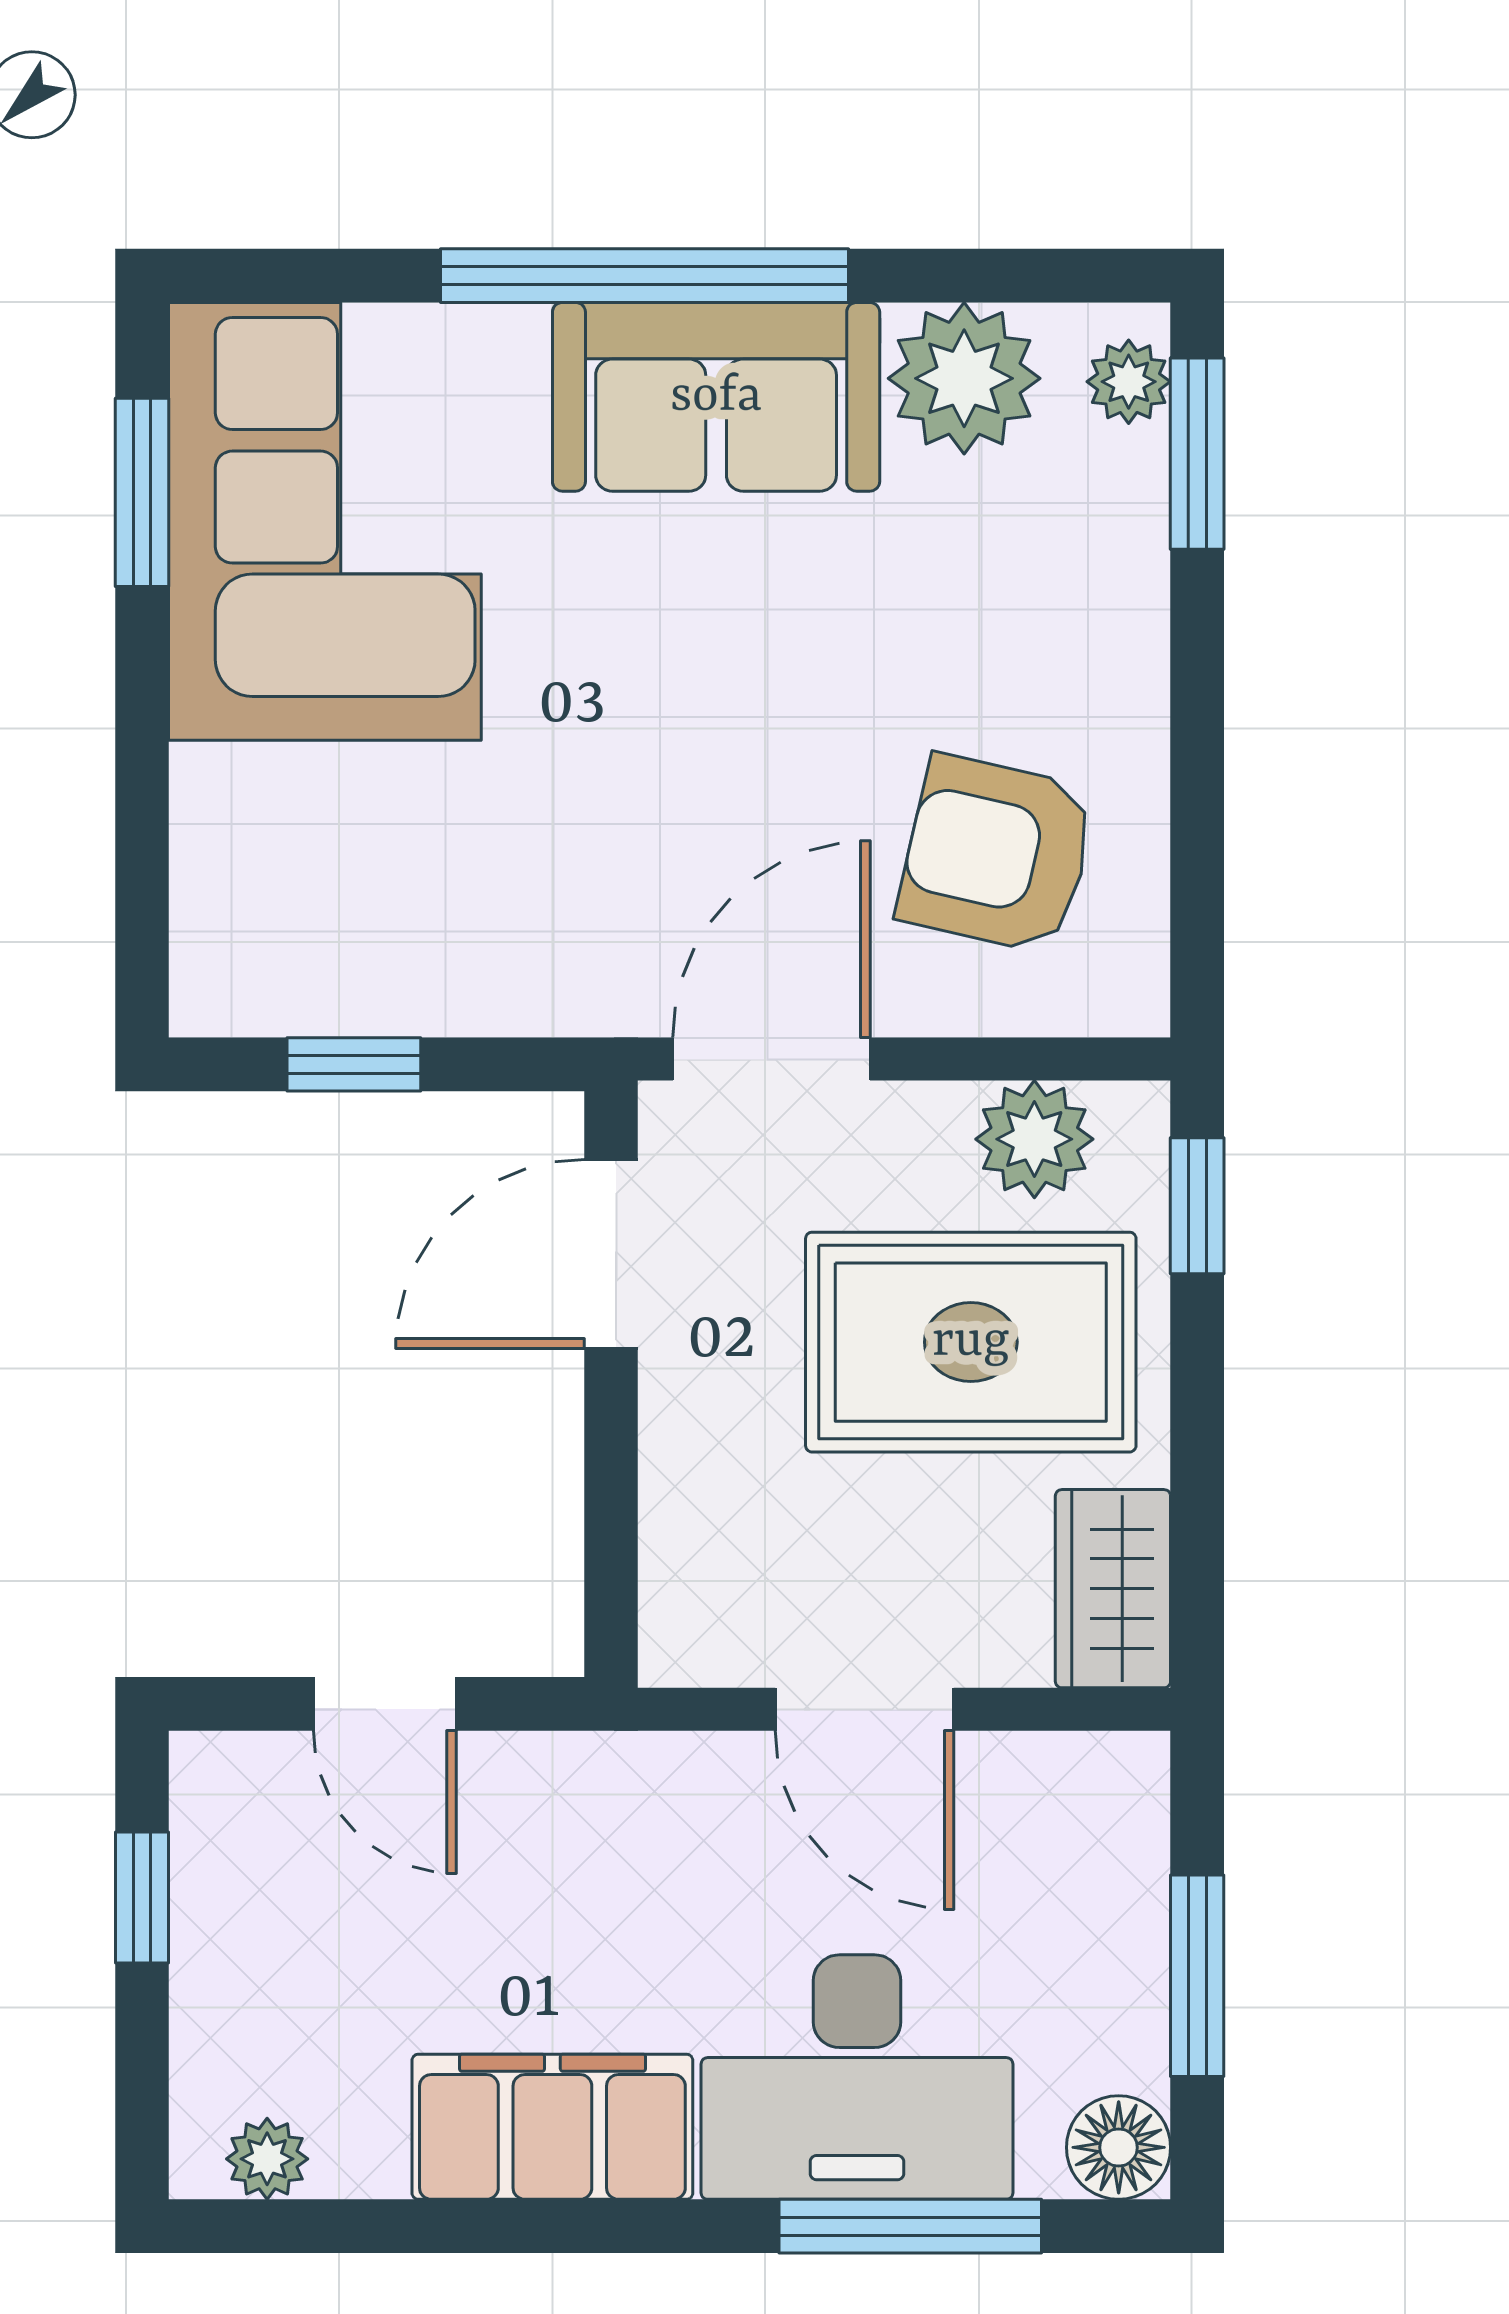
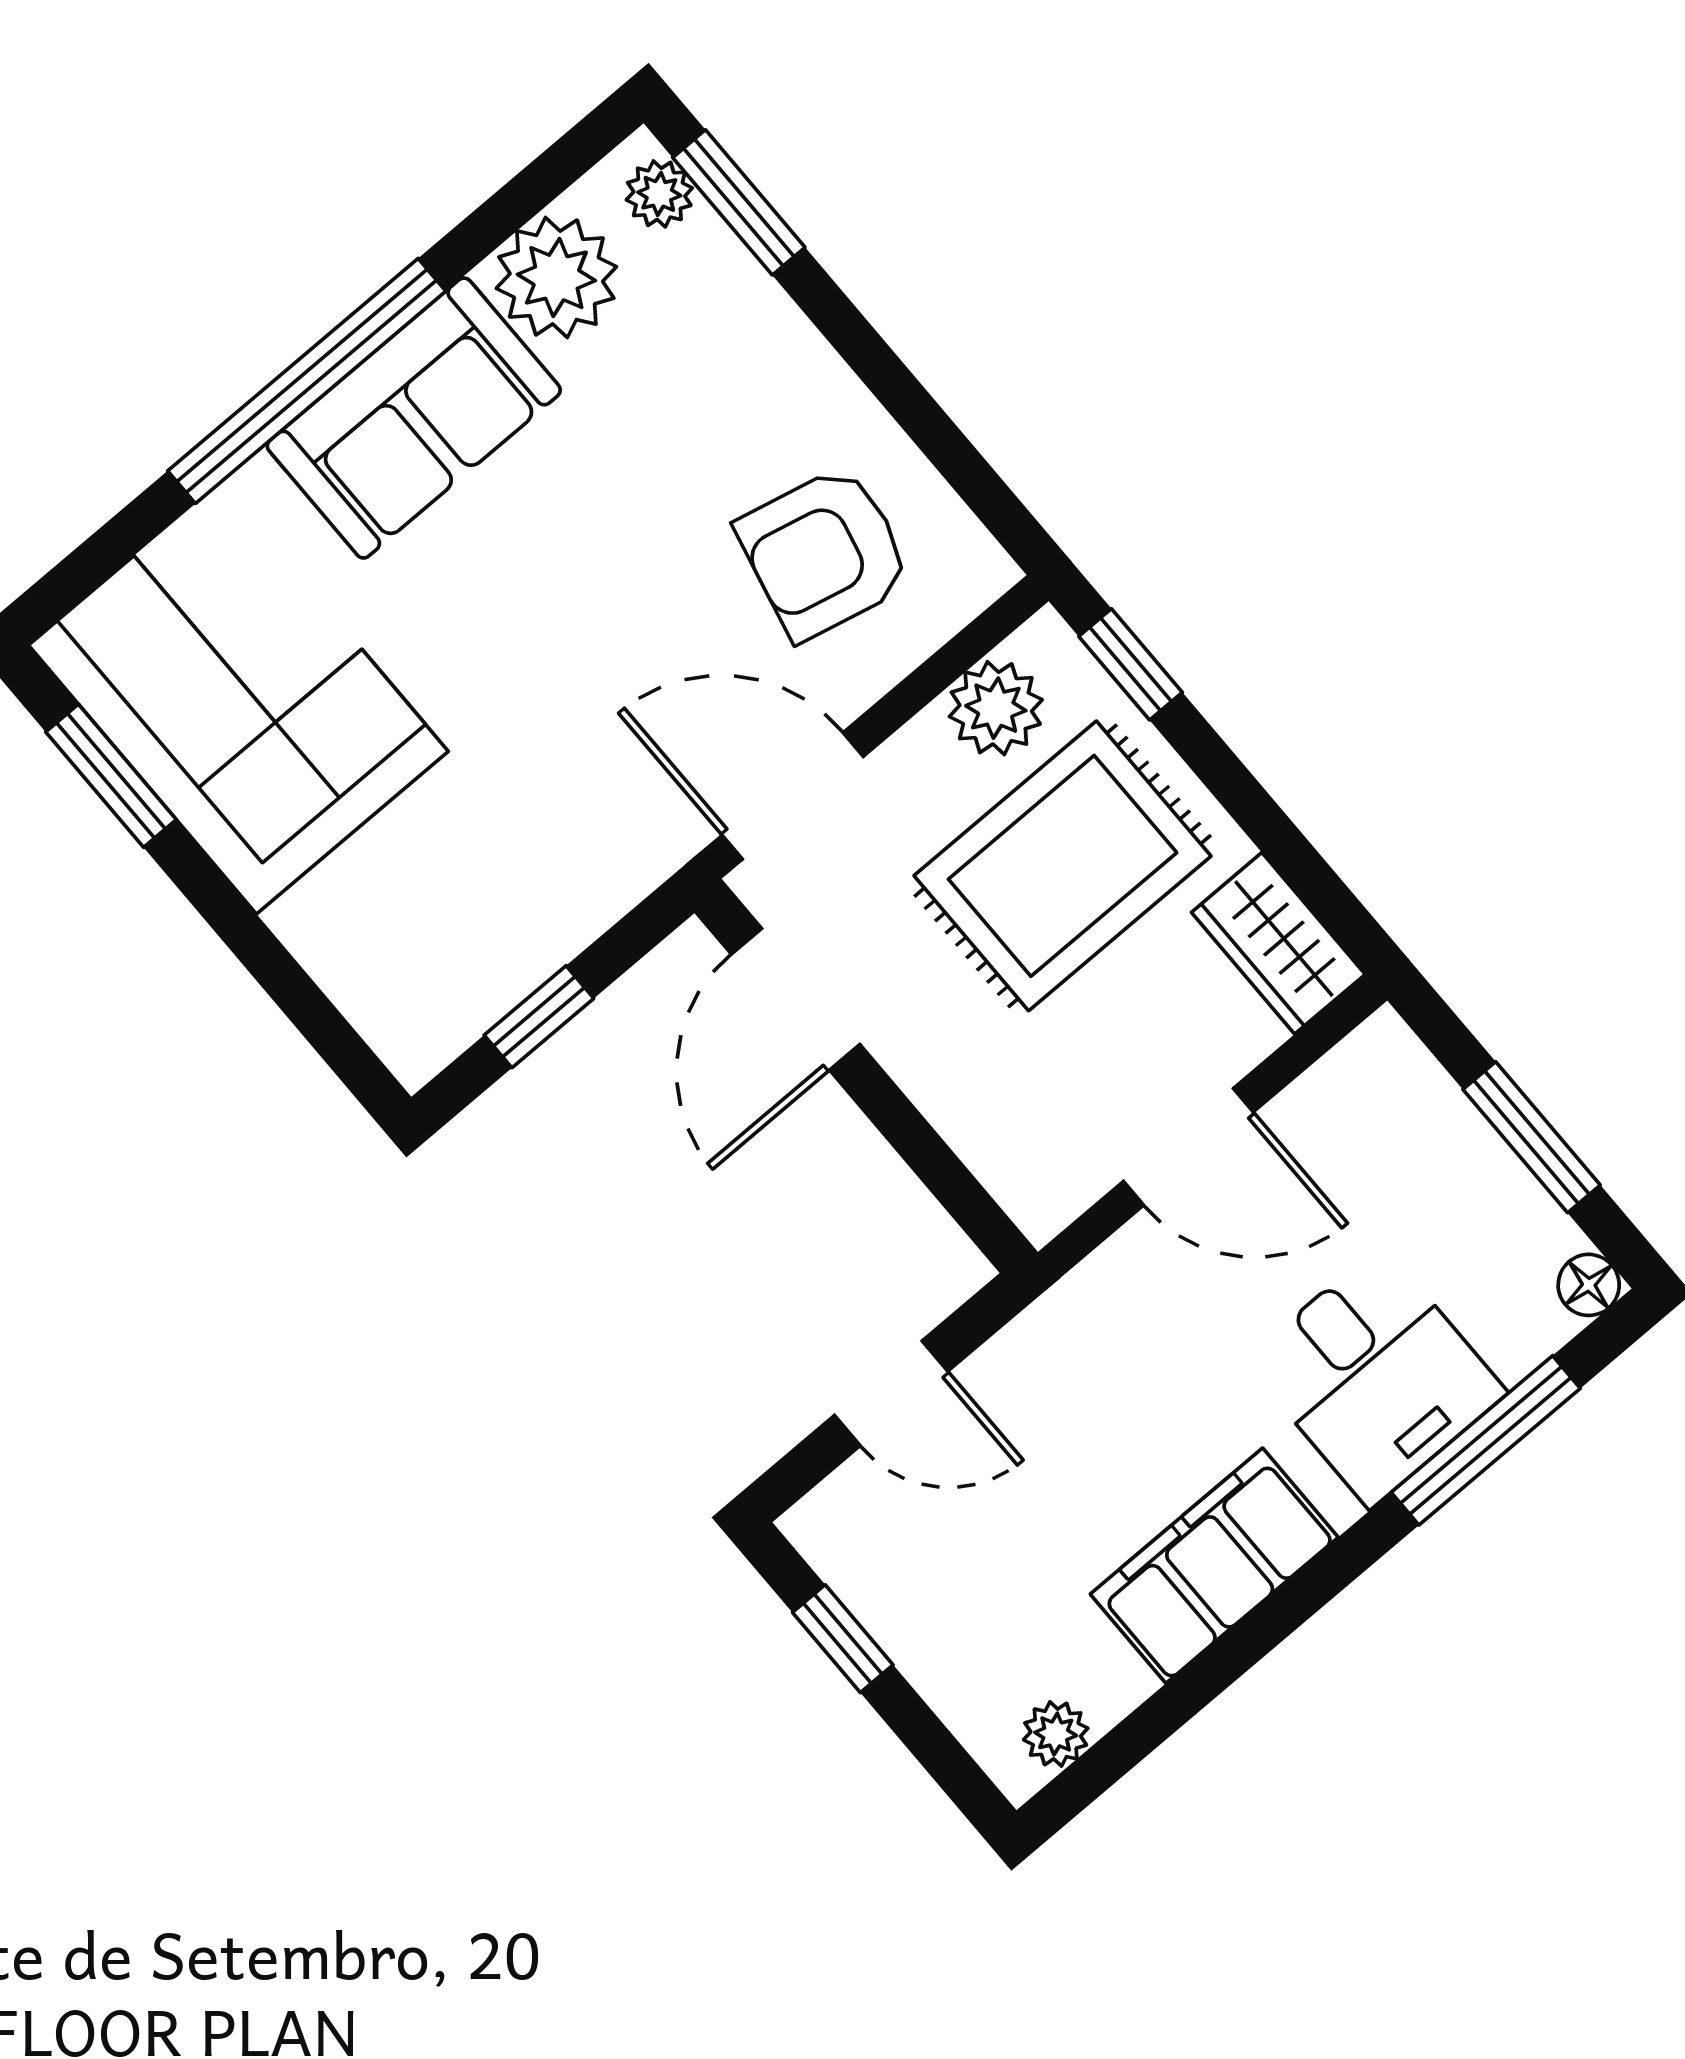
door: (772, 1059) -> (793, 796), hinge flipped
desk: (857, 2077) -> (1375, 1377), width x0.73
floor lamp: (1119, 2147) -> (1589, 1285), width x0.73, depth x0.73

